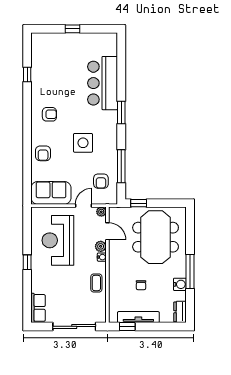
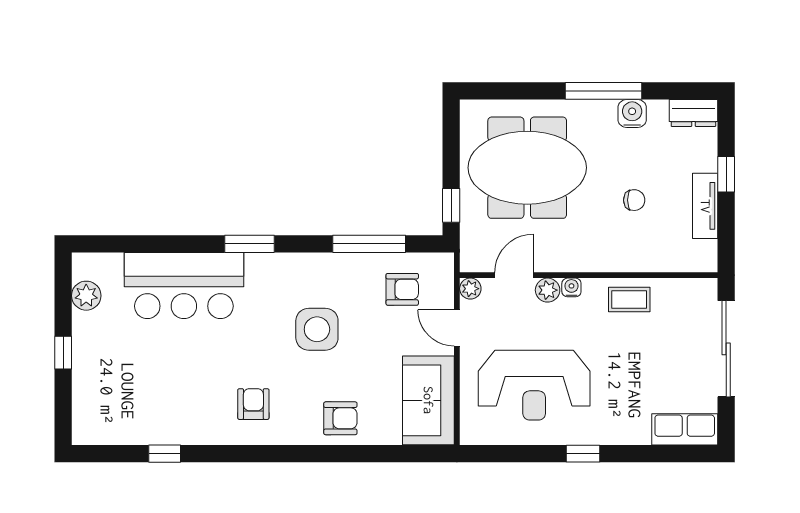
plant: (98, 39) -> (86, 296), added
tv unit: (138, 317) -> (705, 206), width x0.71
window: (127, 326) -> (726, 174), moved

